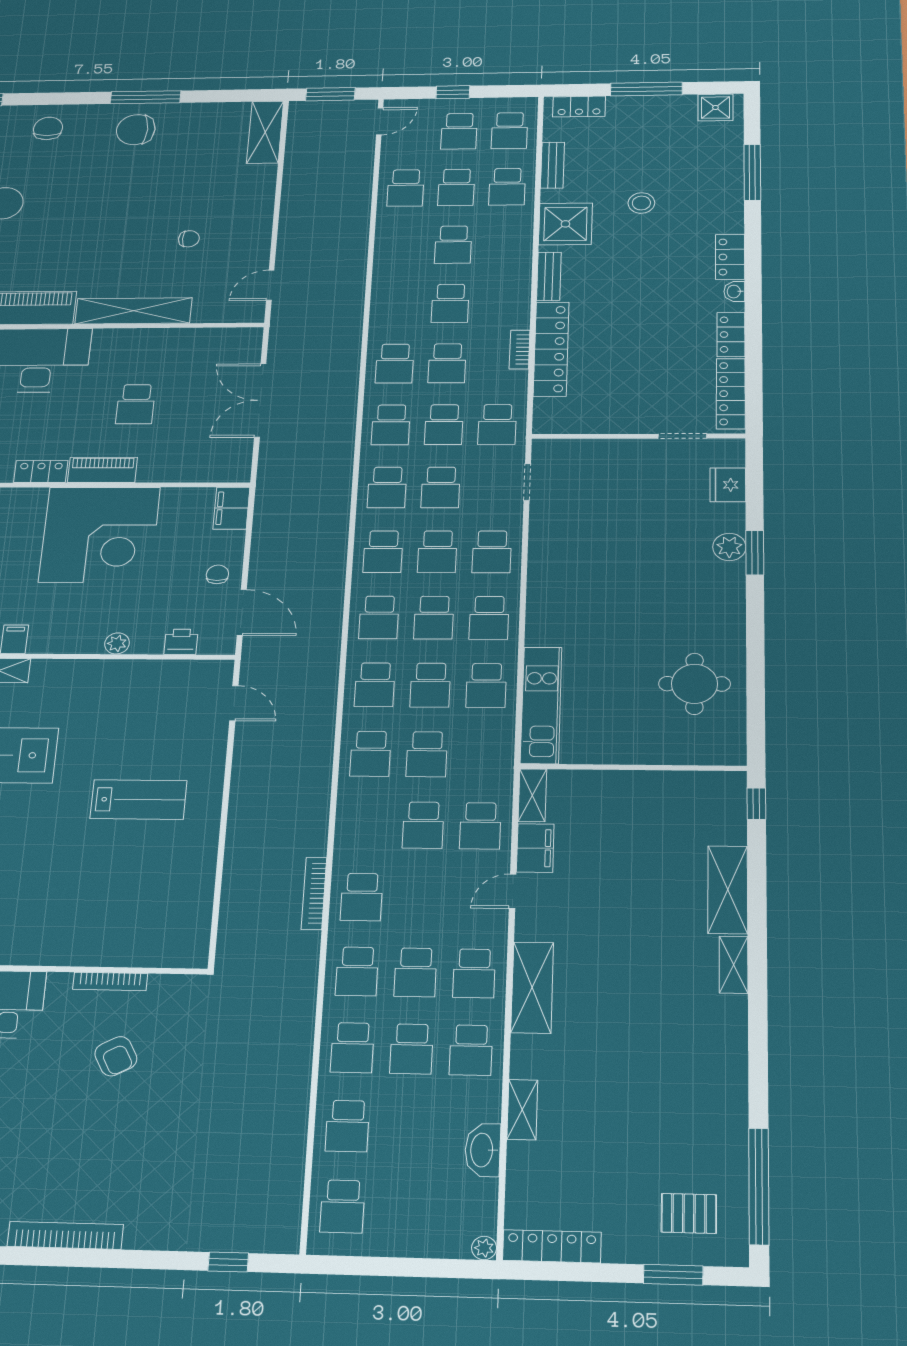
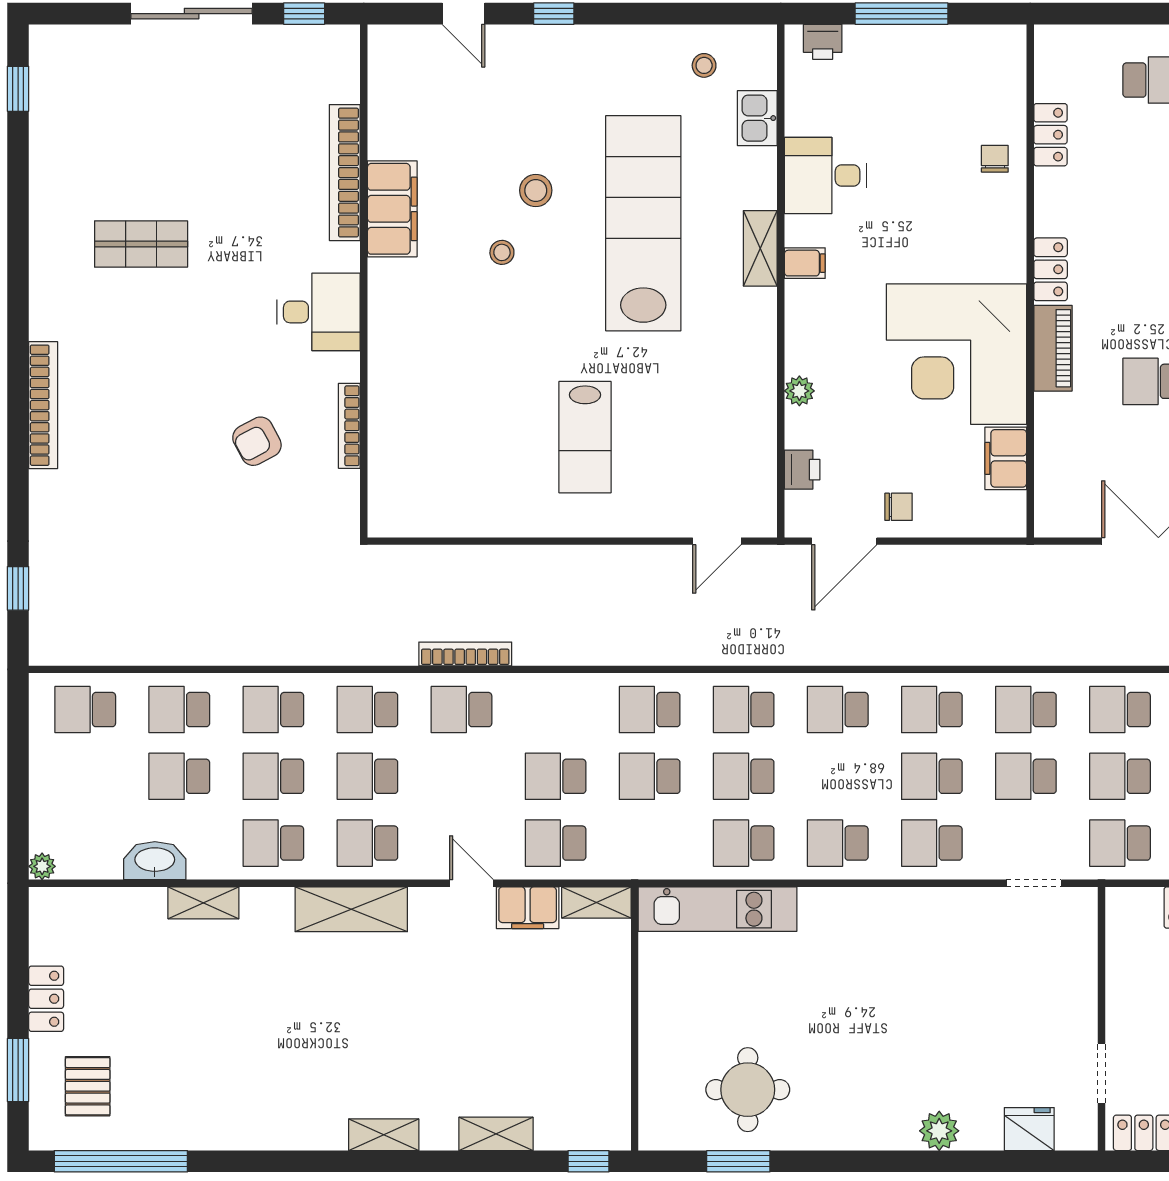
filing cabinet: (231, 508) -> (1006, 458), moved, turned -90
window: (755, 553) -> (738, 1161), moved
school desk: (434, 618) -> (179, 776), moved
shelving: (728, 890) -> (496, 1134), width x0.67, depth x0.75
locker: (552, 1246) -> (46, 999), moved, width x0.66

